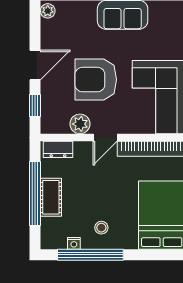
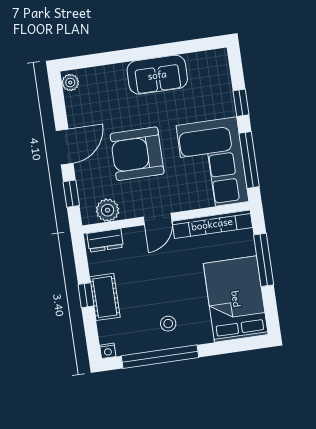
plant: (80, 124) -> (108, 210), moved
window: (35, 193) -> (86, 295), width x0.32
nightstand: (74, 243) -> (108, 351), moved

